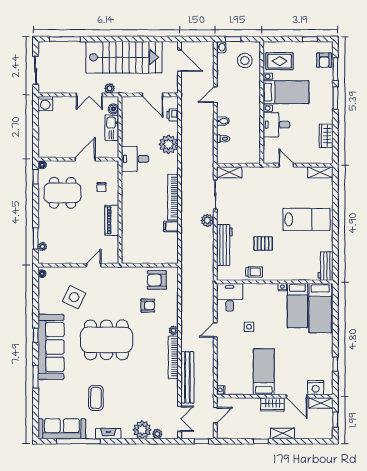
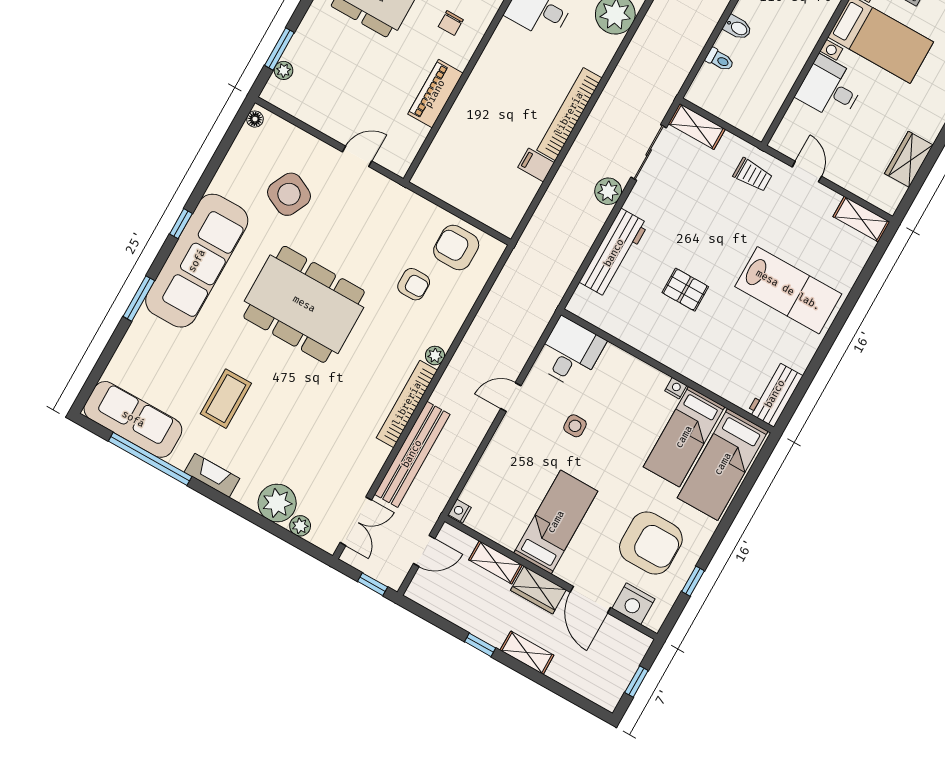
trolley: (254, 272) -> (753, 175), moved
armchair: (309, 358) -> (651, 543), added
shelving: (321, 403) -> (495, 562), moved

